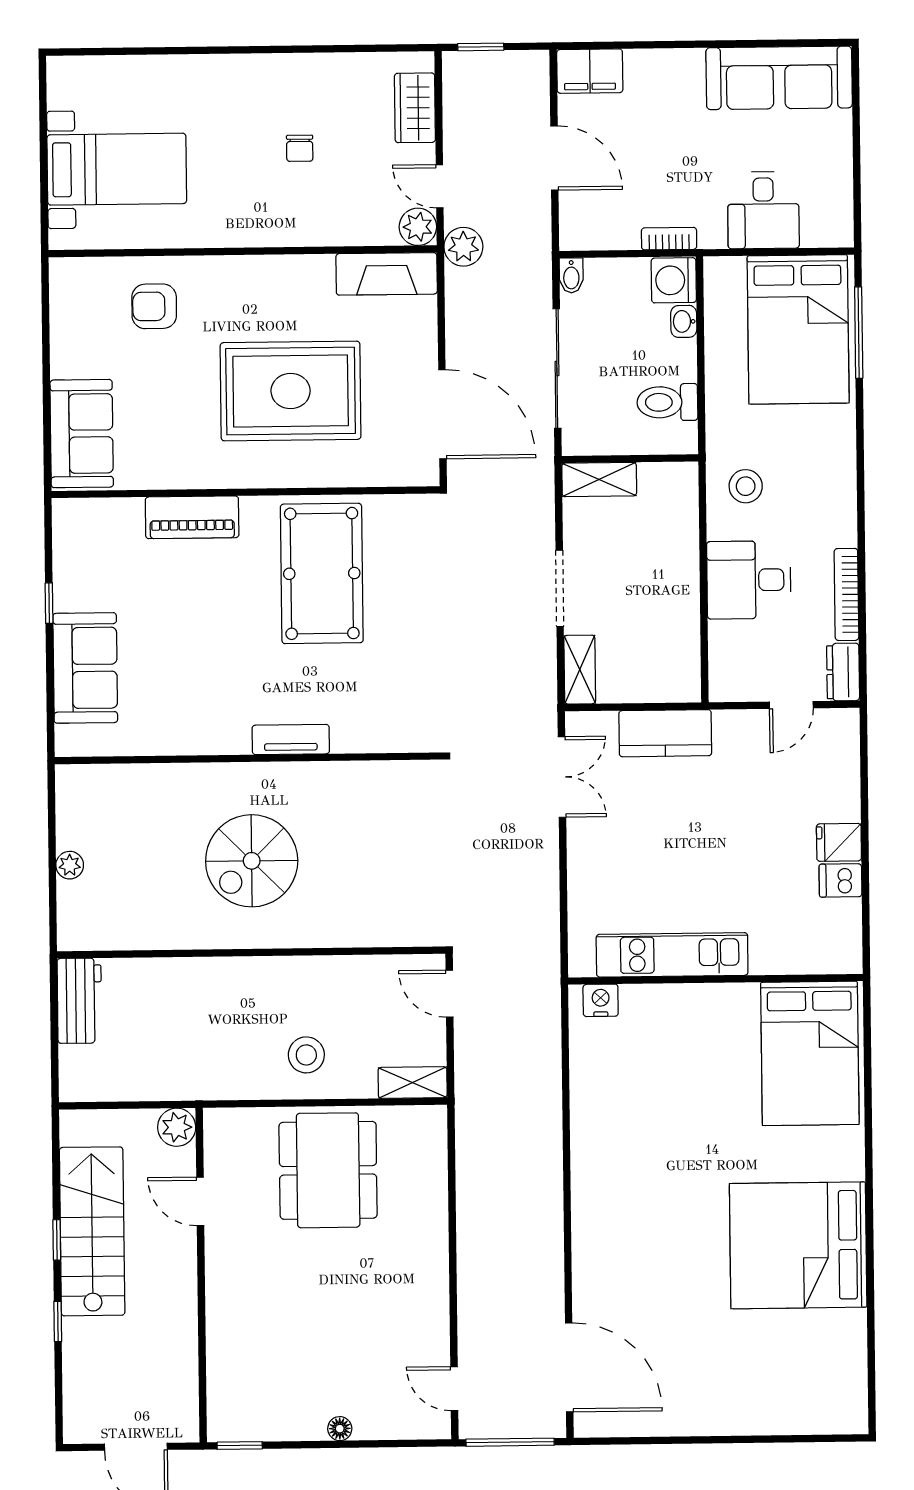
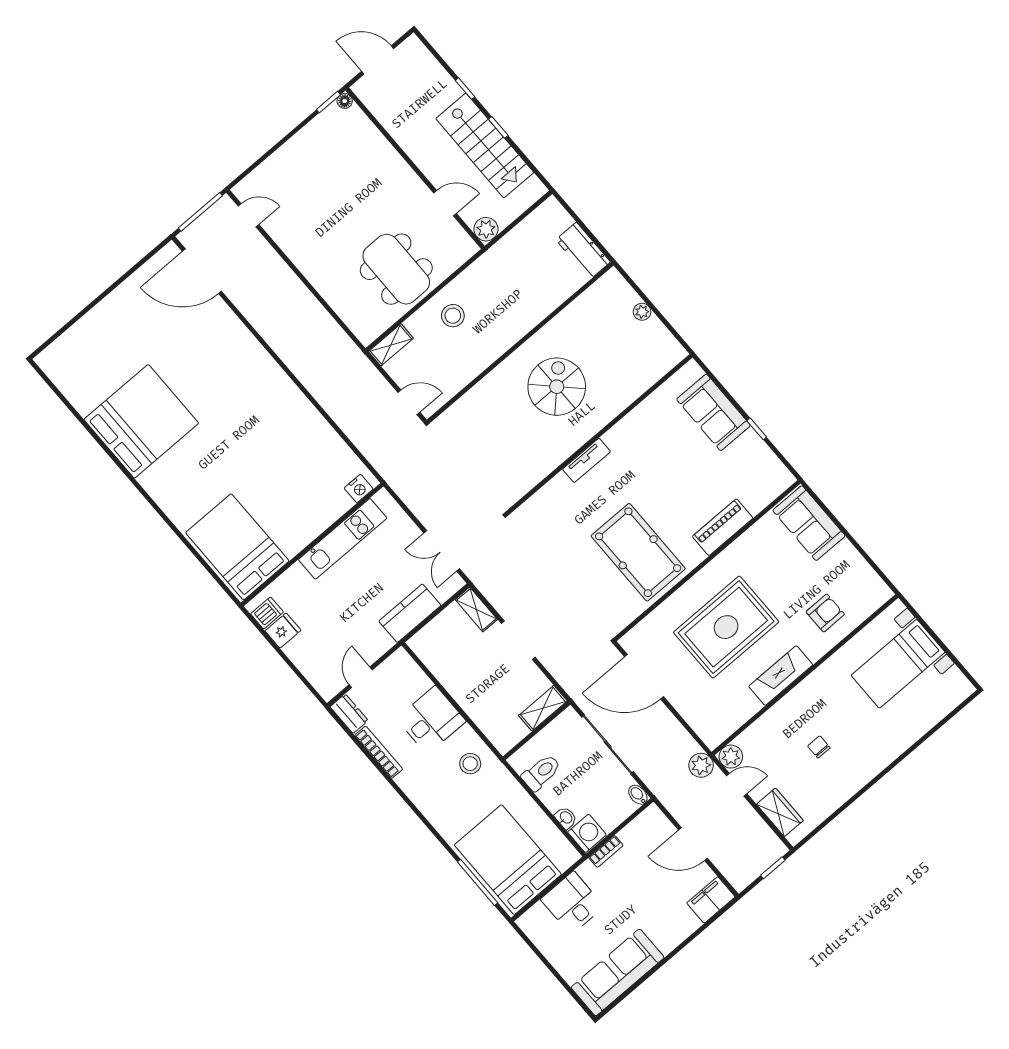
fireplace: (387, 274) -> (781, 676), moved
kitchen unit: (672, 955) -> (343, 539), moved
wall: (715, 979) -> (312, 545), moved
nightstand: (601, 1000) -> (359, 489), moved
bed: (810, 1053) -> (237, 547), moved
floor lamp: (340, 1429) -> (345, 101), moved

